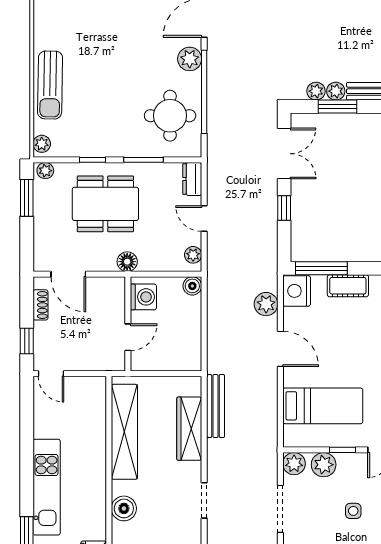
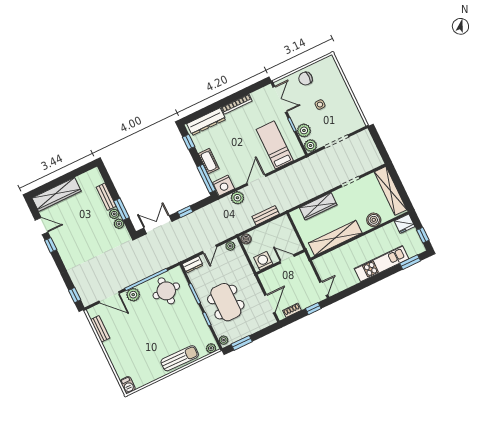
floor lamp: (127, 262) -> (250, 277), removed
bench: (216, 406) -> (266, 215), moved, width x0.73

